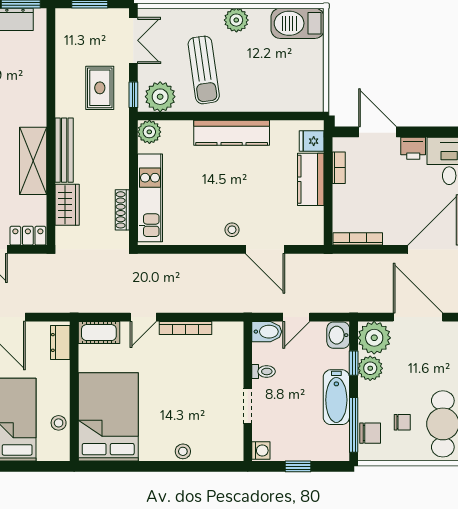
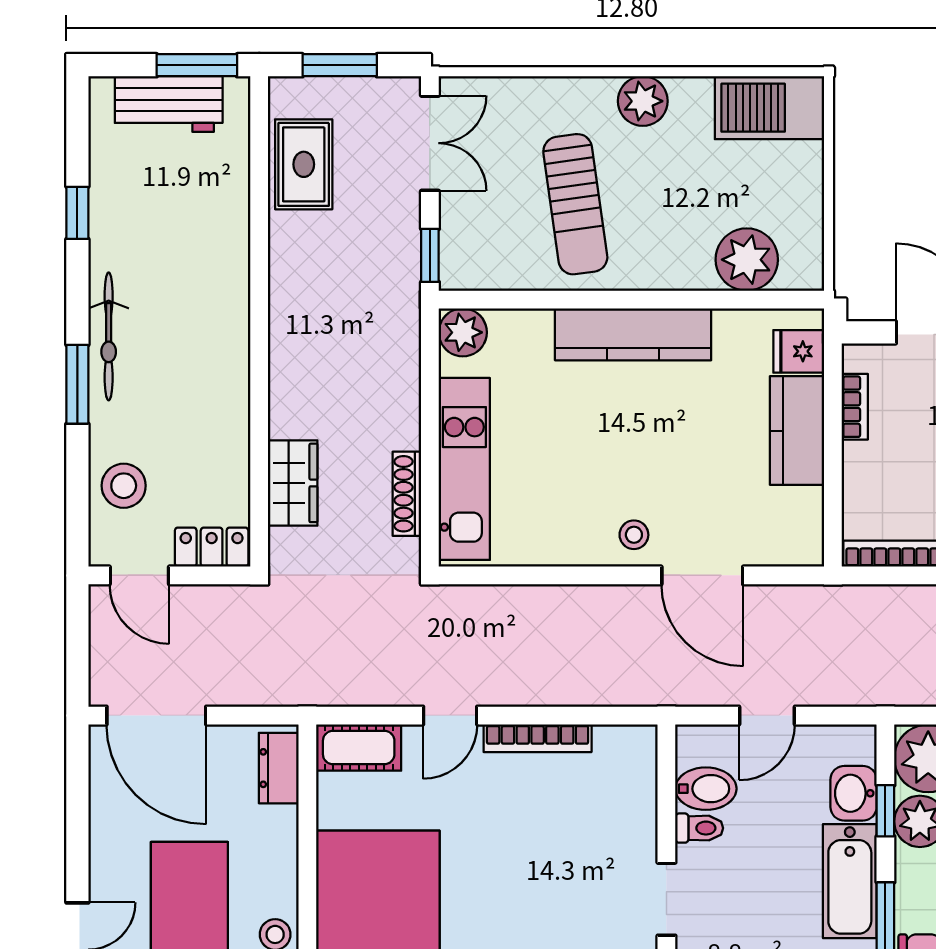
rug: (100, 88) -> (304, 164), moved
plant: (160, 97) -> (747, 260), moved
bench: (64, 150) -> (287, 370), removed
shelving: (33, 161) -> (222, 392), removed
bidet: (267, 332) -> (706, 789), moved
washbasin: (338, 335) -> (854, 793), moved

